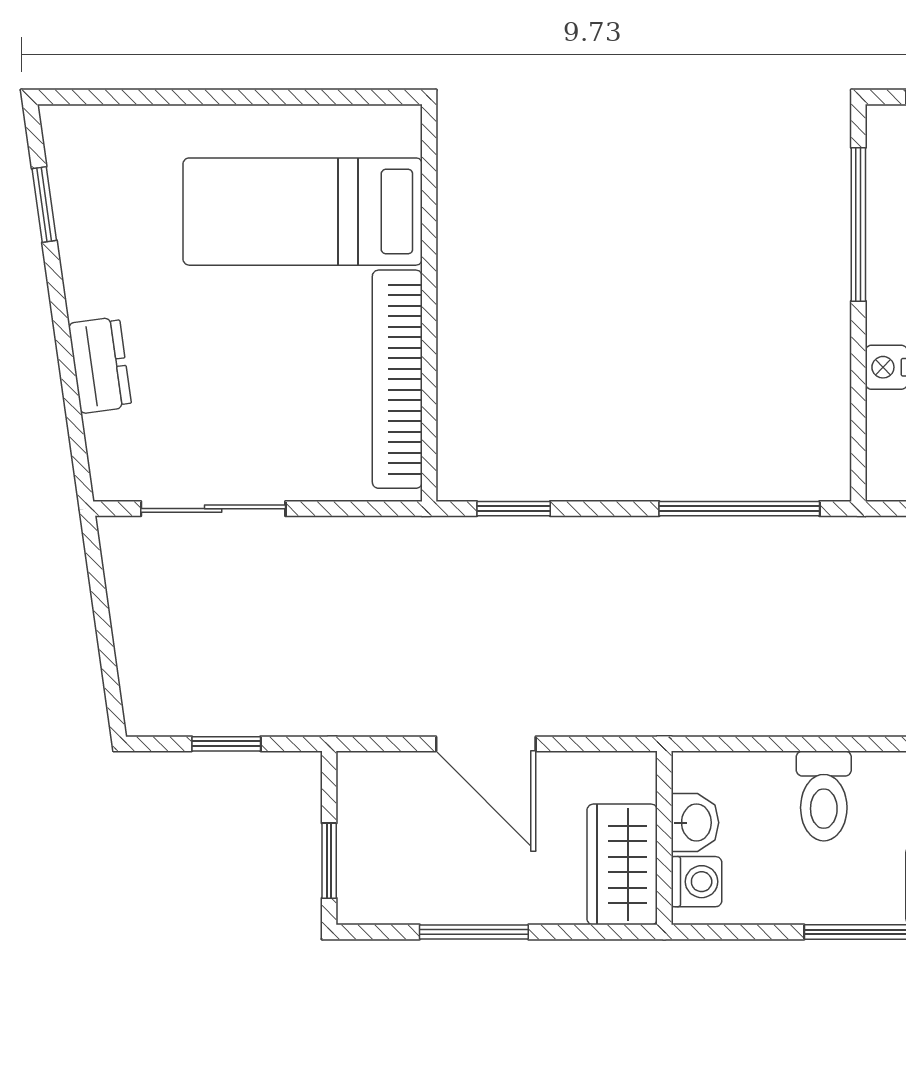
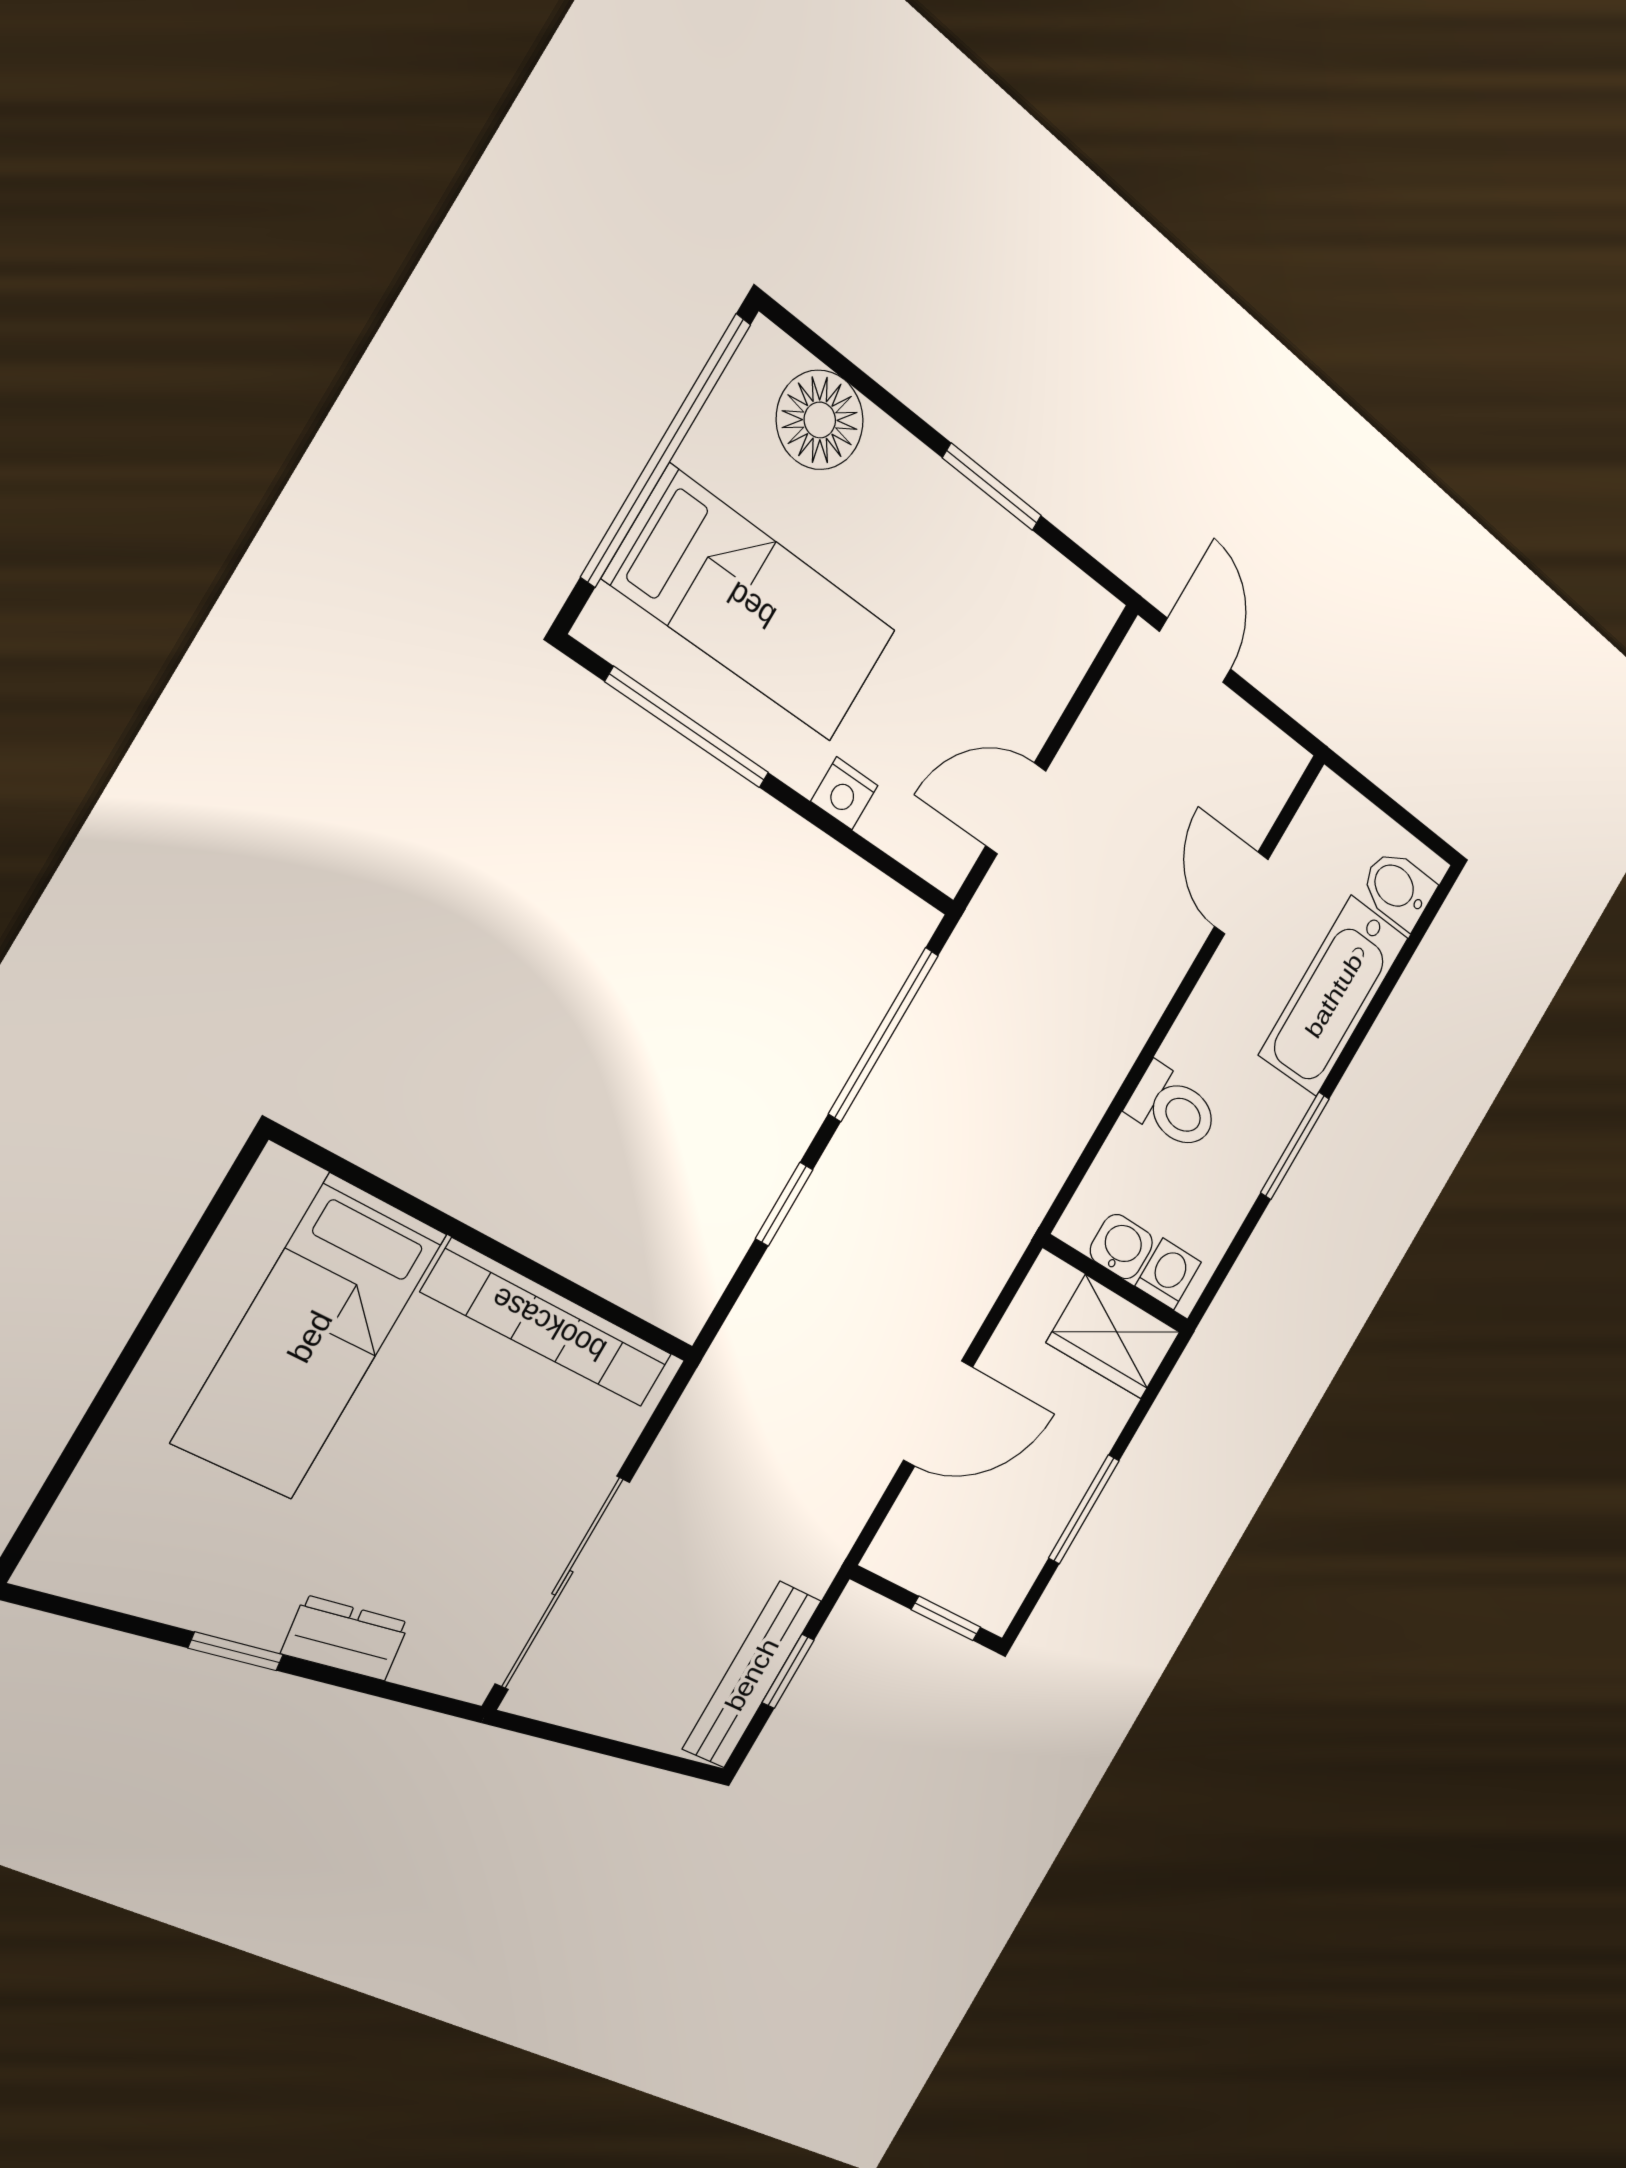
window: (44, 205) -> (236, 1651), moved
sliding door: (213, 509) -> (562, 1583), width x1.37
window: (514, 509) -> (784, 1204), moved
bench: (210, 713) -> (752, 1675), added

